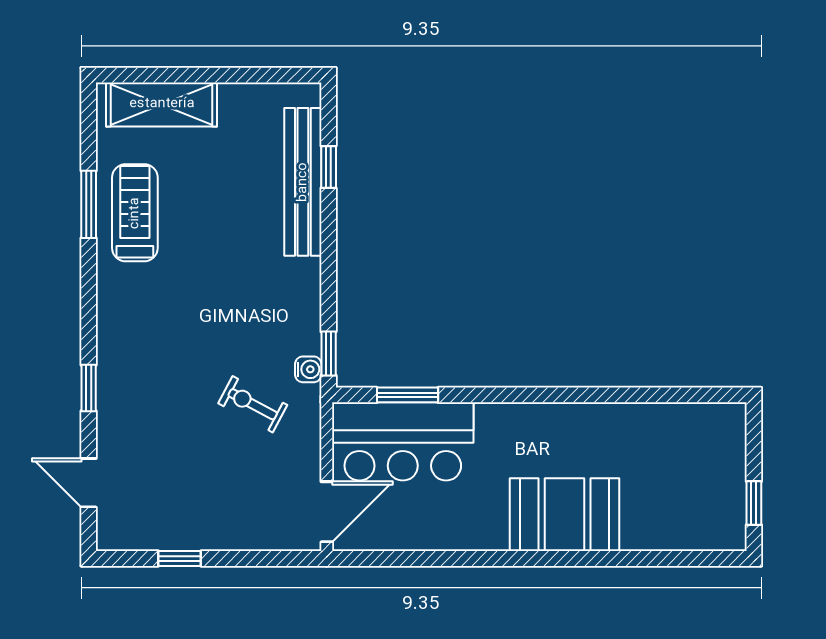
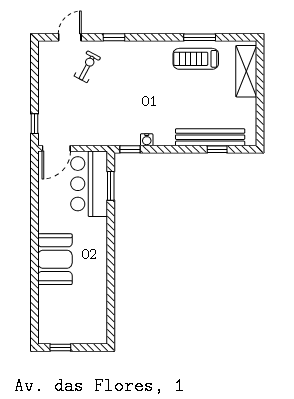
treadmill: (135, 213) -> (196, 59), turned 180
water cooler: (308, 369) -> (147, 140), moved
exercise bike: (253, 404) -> (87, 67), moved
door: (327, 512) -> (56, 148), hinge flipped
window: (180, 559) -> (34, 124), moved

